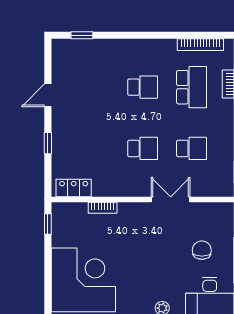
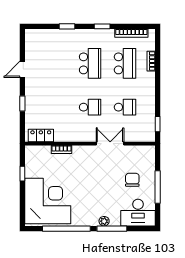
window: (82, 35) -> (67, 26), moved
window: (160, 35) -> (102, 26), added
school desk: (143, 87) -> (90, 63), width x1.85
window: (48, 224) -> (22, 174), moved

